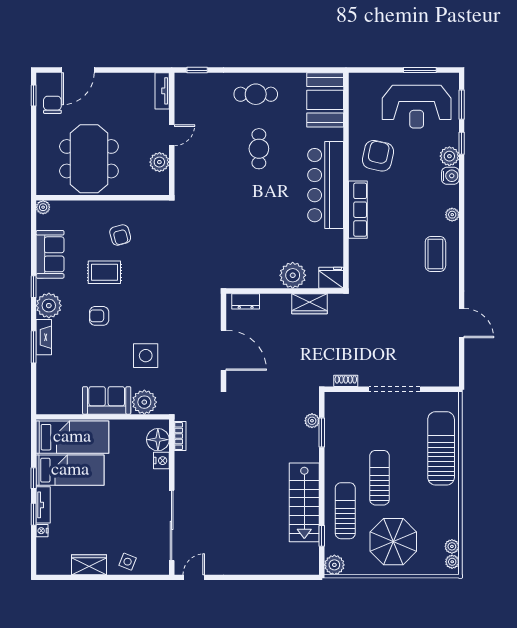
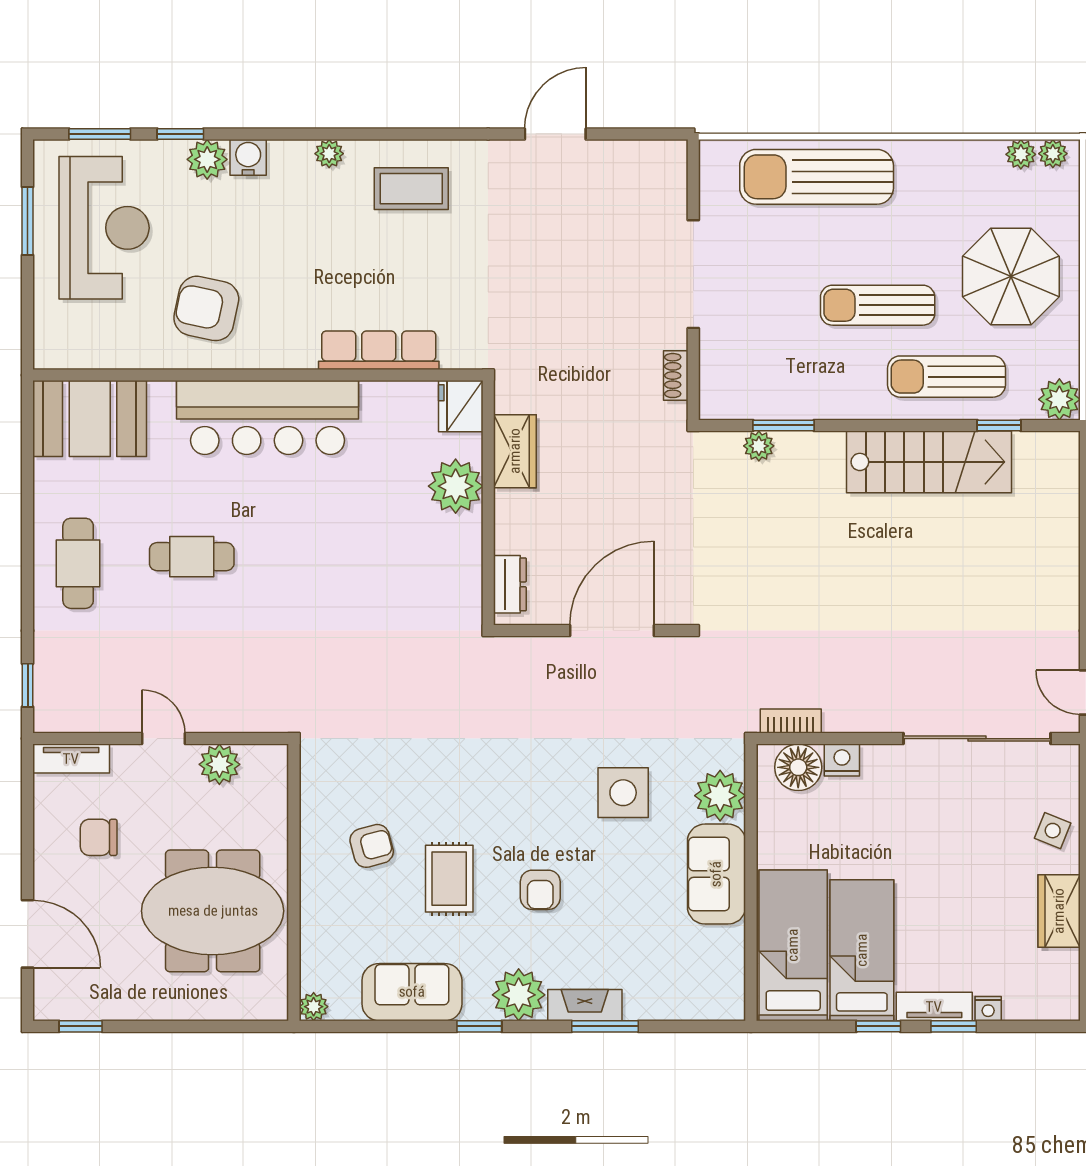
chair: (52, 105) -> (99, 837), moved
row of seats: (358, 210) -> (379, 350), moved

